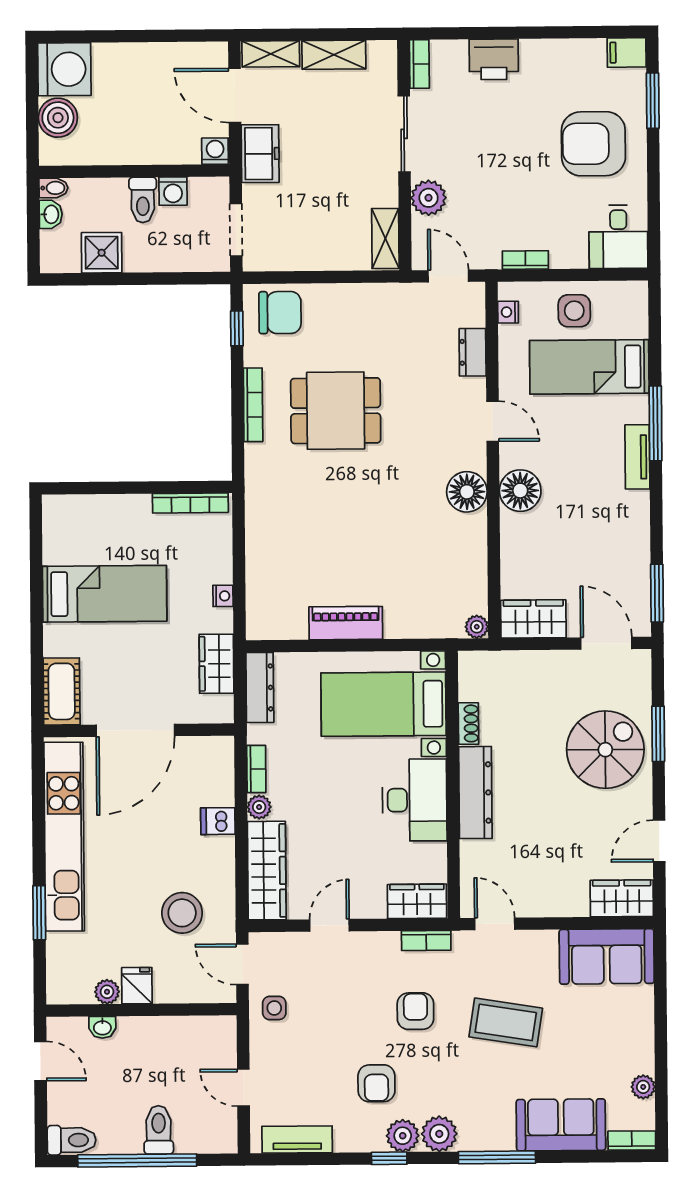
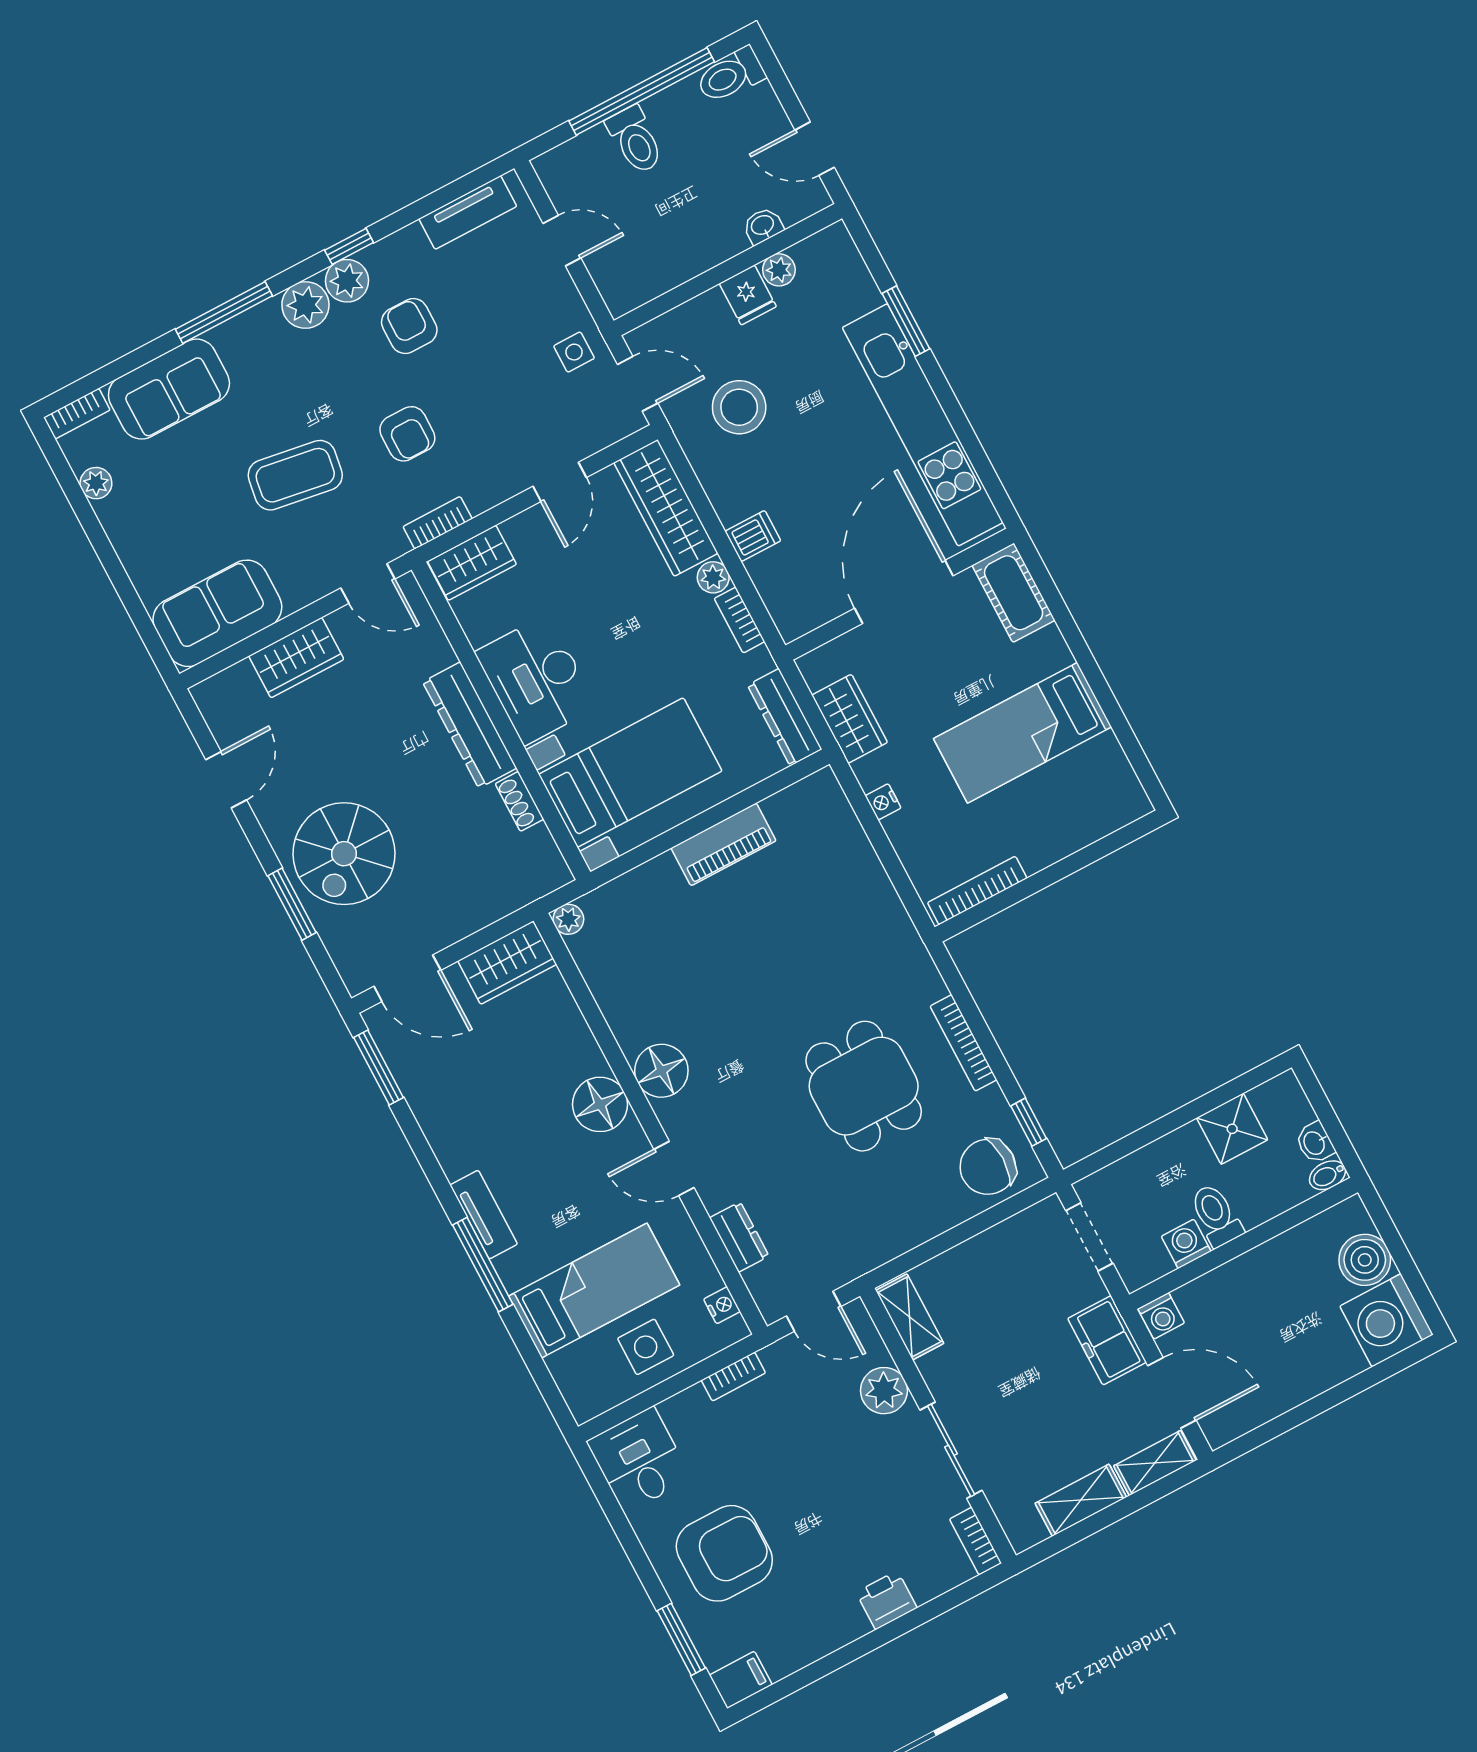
printer: (494, 59) -> (886, 1600), width x0.73, depth x0.81
dining table: (336, 411) -> (864, 1086), turned 90
wardrobe: (622, 898) -> (296, 658), moved

